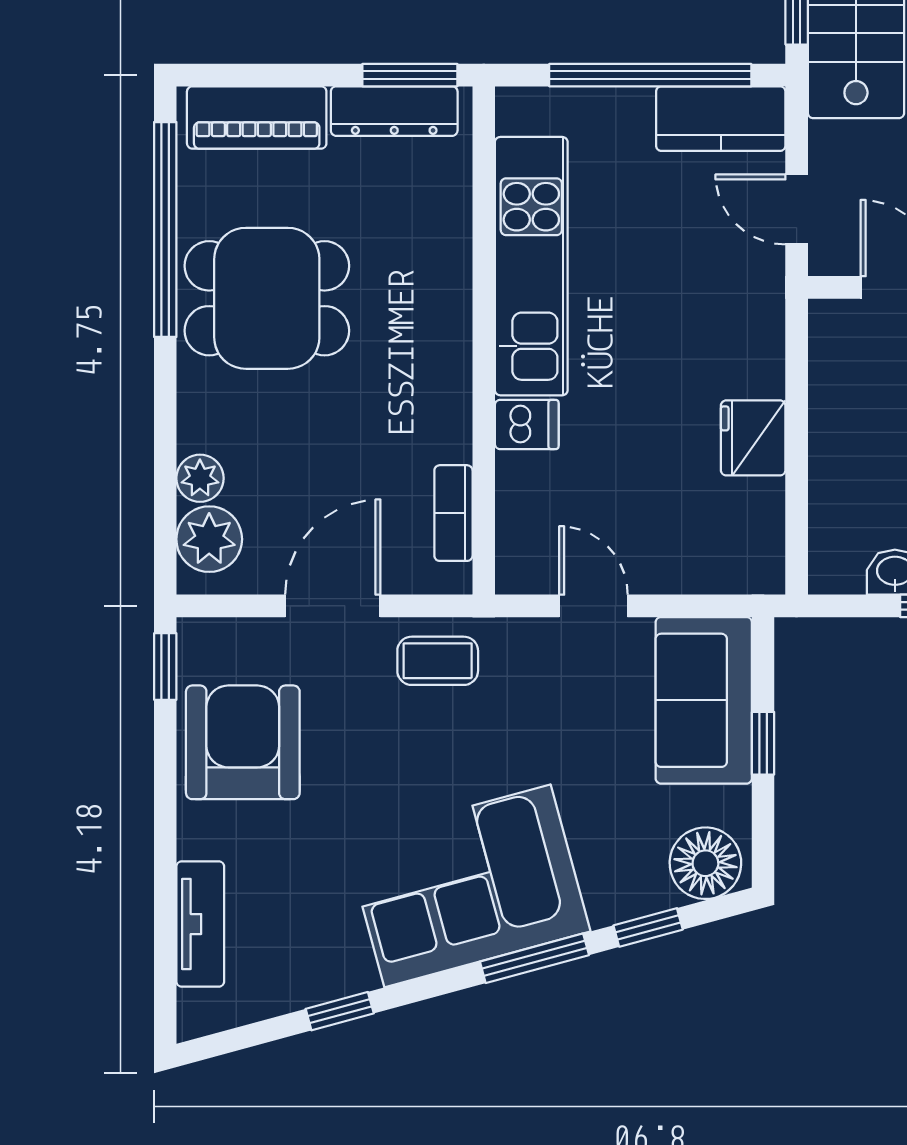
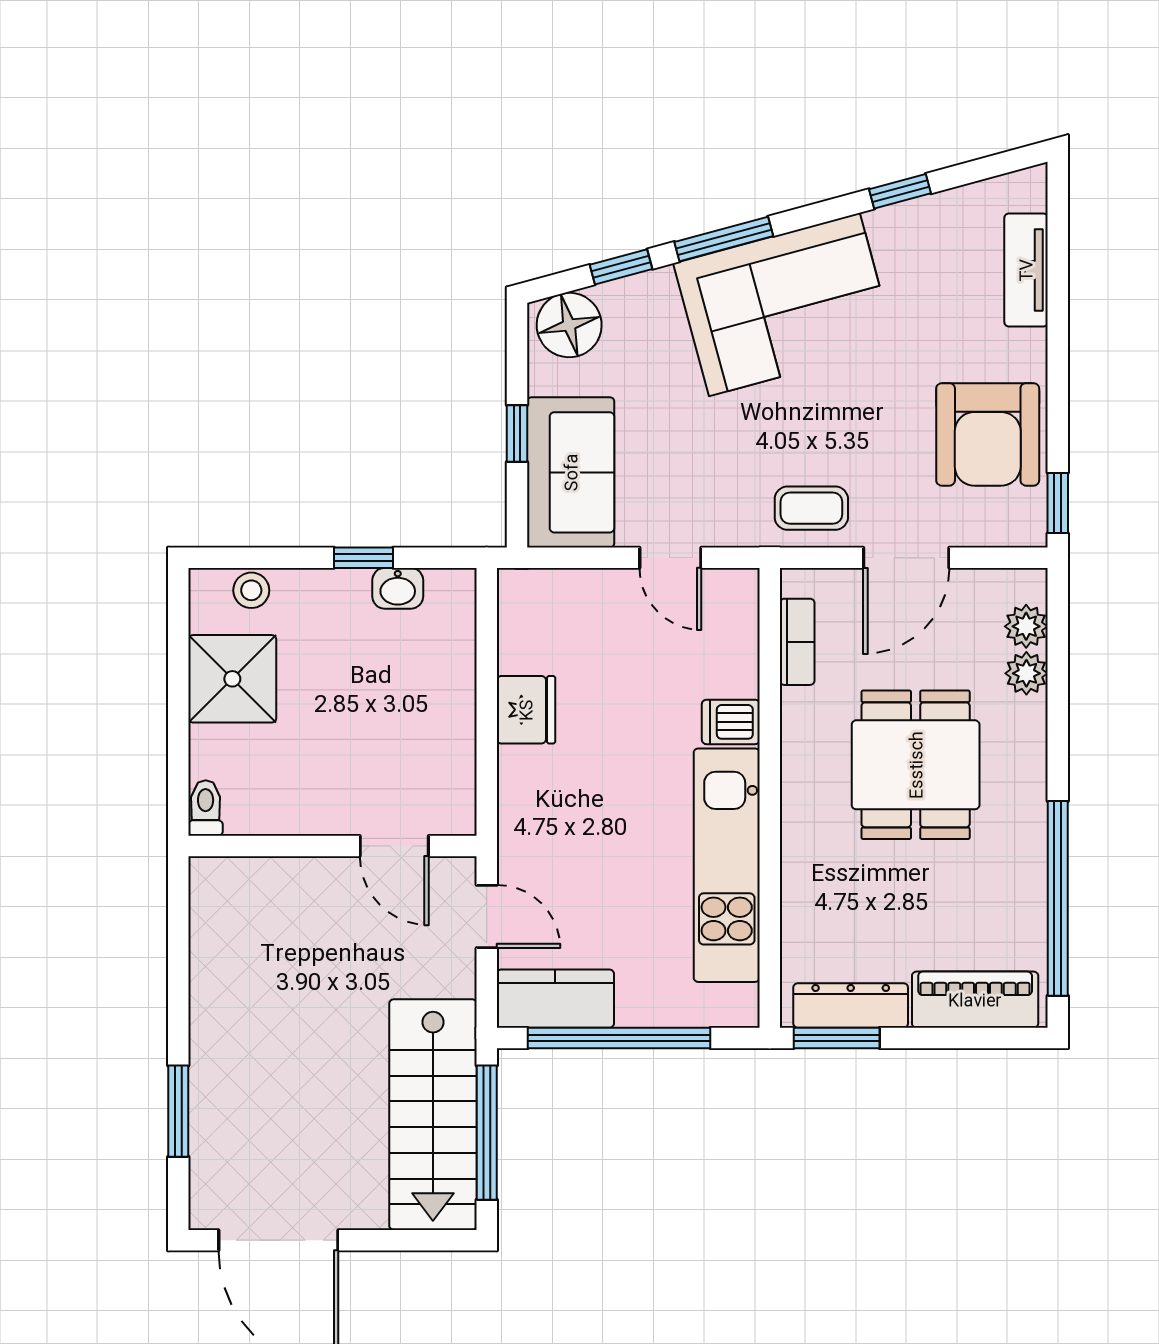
dining table: (267, 298) -> (916, 765), moved, turned 90
plant: (209, 539) -> (1026, 626), width x0.73, depth x0.73

